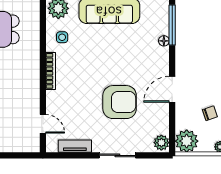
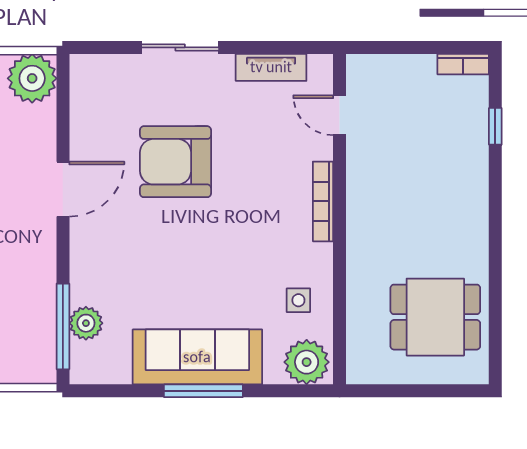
floor lamp: (164, 41) -> (81, 293), removed
bookcase: (51, 71) -> (323, 201), moved
plant: (161, 143) -> (86, 323), moved

